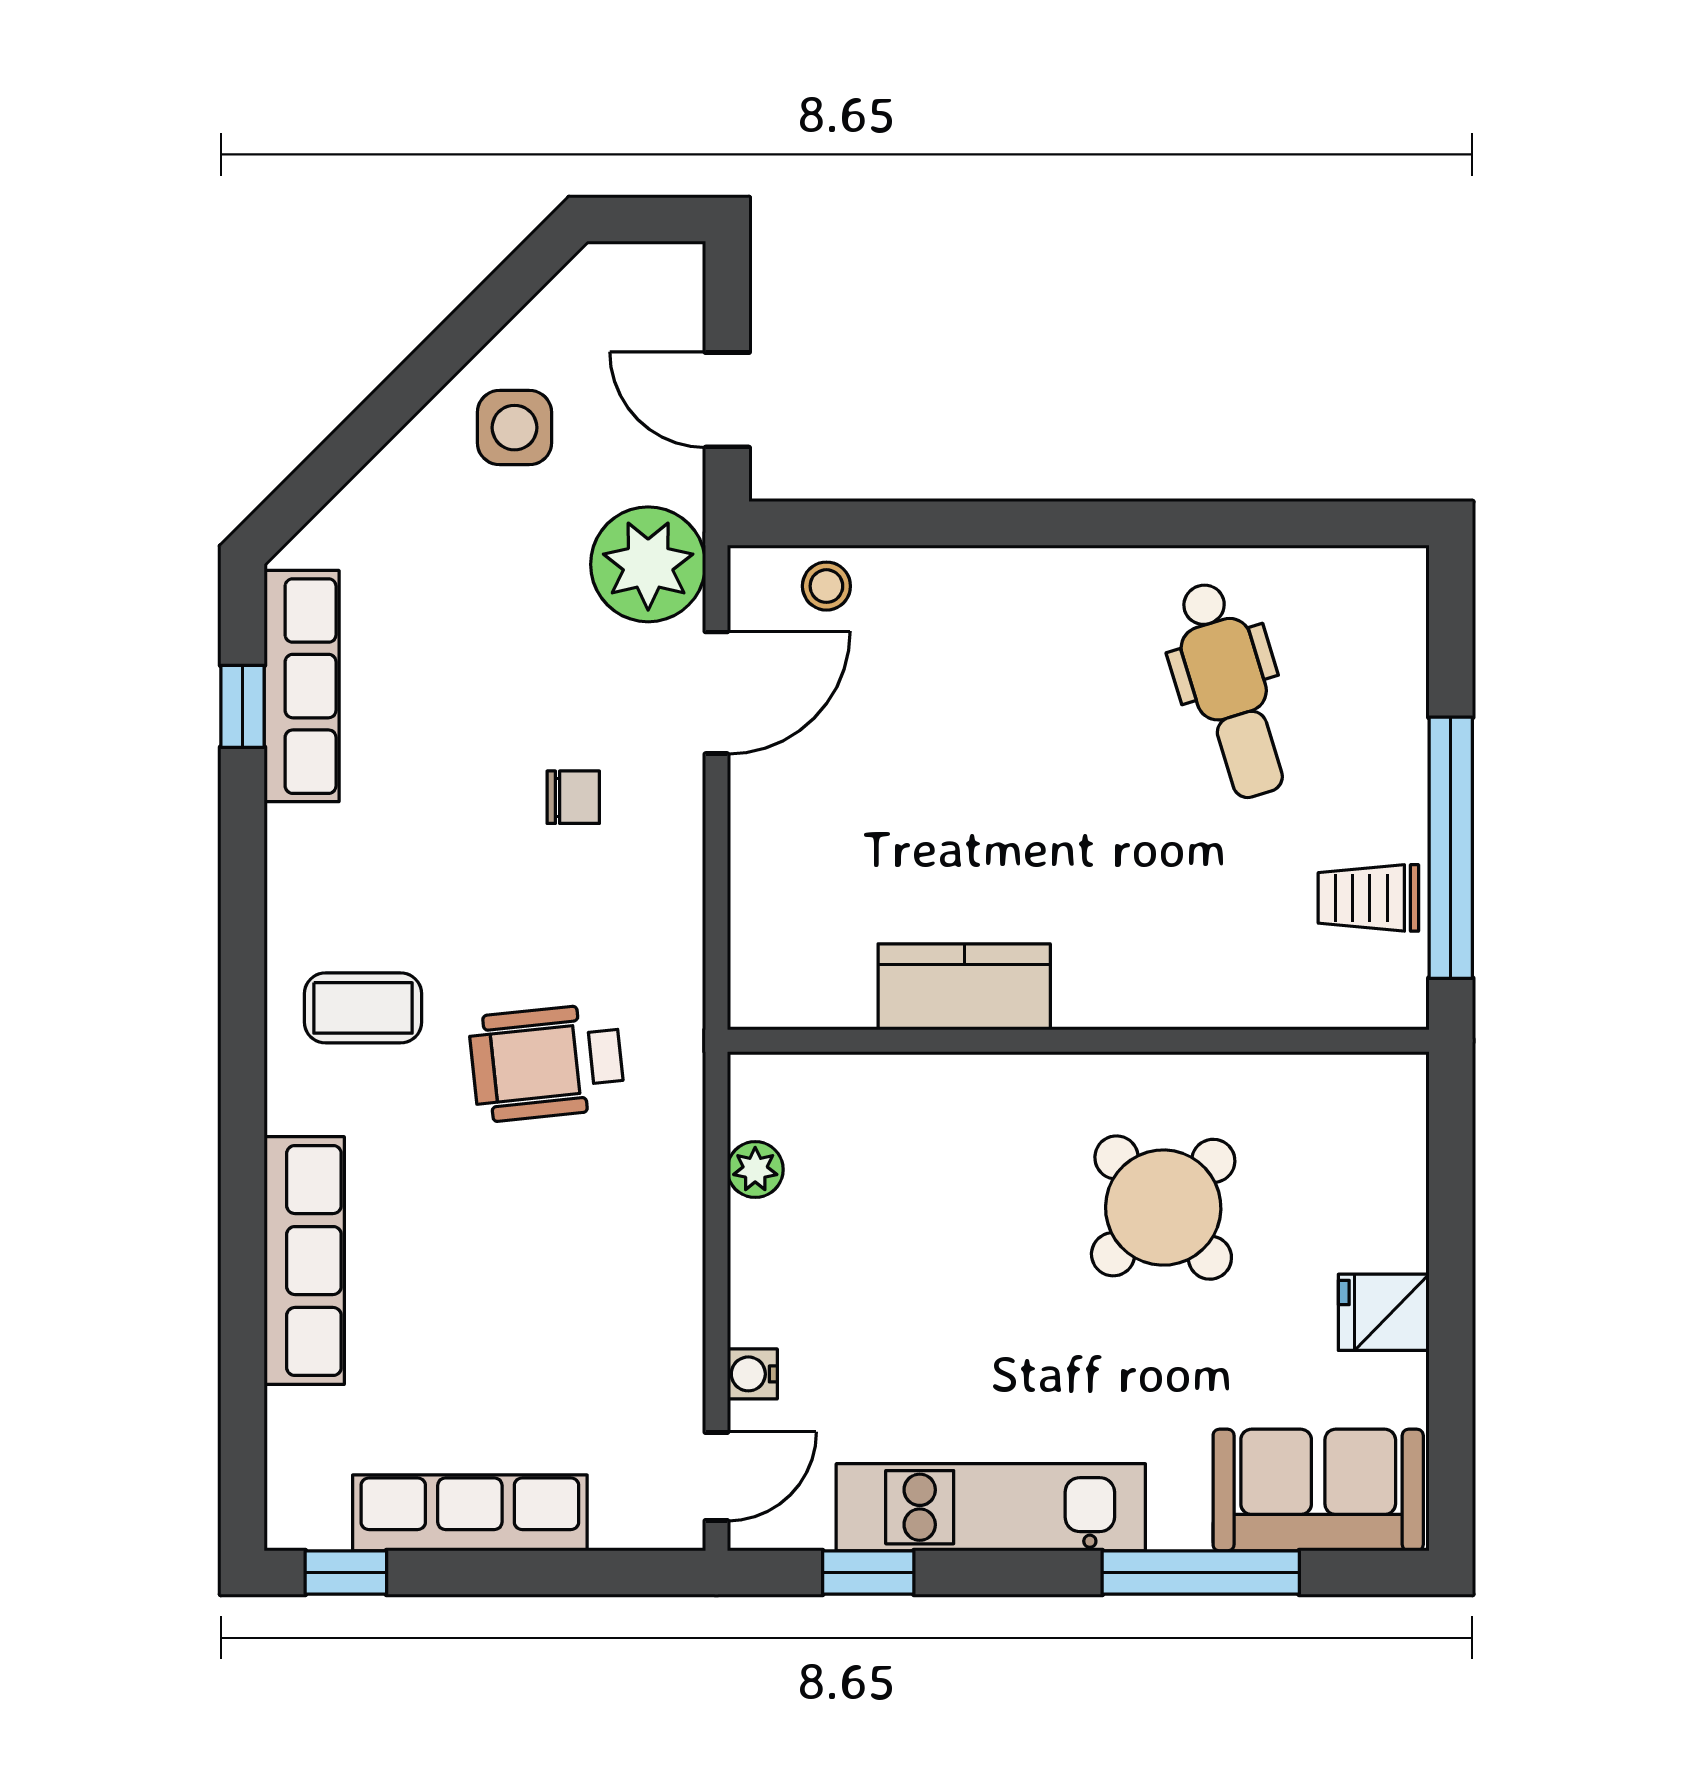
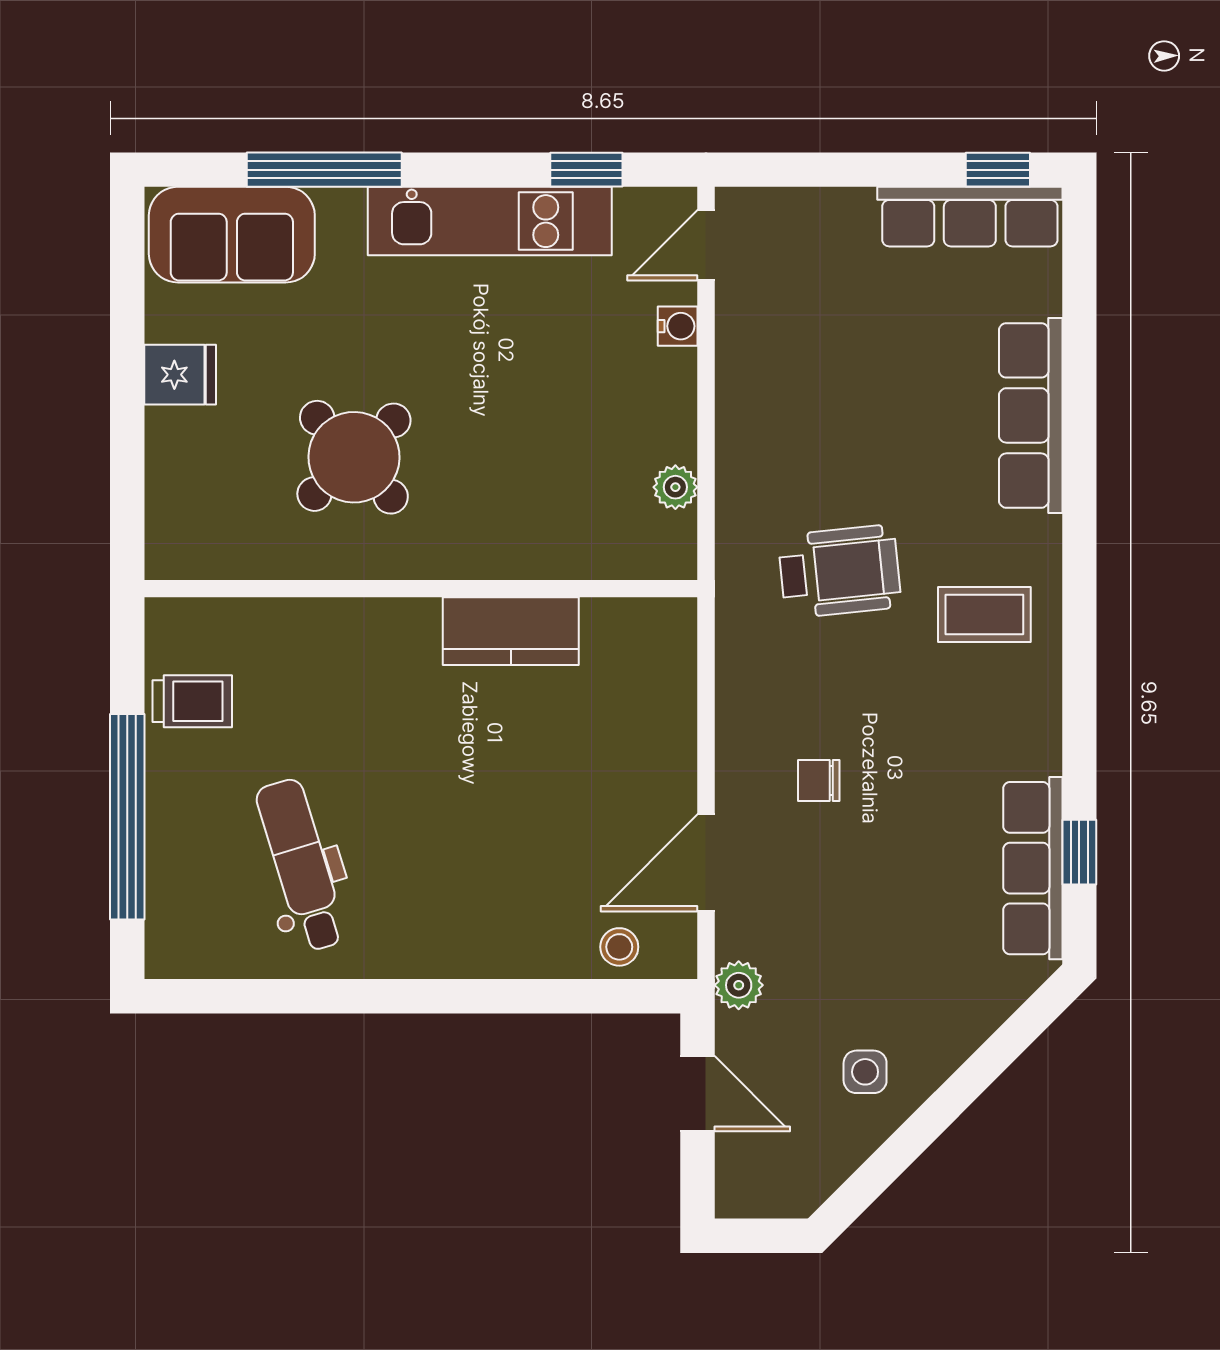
side table: (514, 428) -> (865, 1072), width x0.73, depth x0.73
plant: (648, 564) -> (739, 985), width x0.53, depth x0.53
window: (1451, 848) -> (127, 817), moved
row of seats: (470, 1513) -> (970, 217), moved

